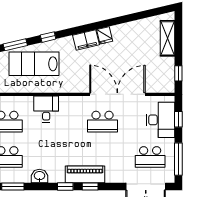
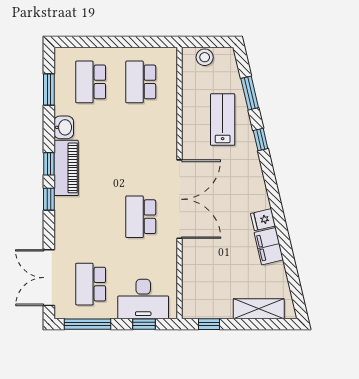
filing cabinet: (86, 40) -> (269, 246), moved
lab bench: (34, 64) -> (223, 120), width x0.73, depth x0.72
double door: (117, 94) -> (179, 199), moved
desk: (46, 109) -> (159, 137), removed
piano: (85, 174) -> (66, 168), moved

